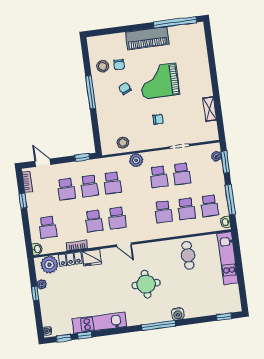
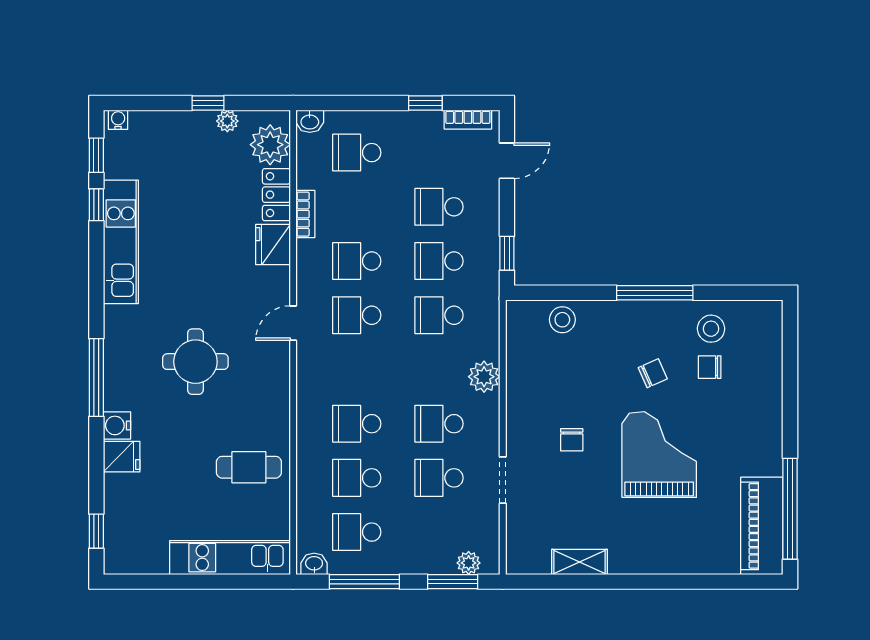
piano: (147, 38) -> (762, 526), moved
stool: (123, 143) -> (562, 320), moved
fridge: (191, 310) -> (122, 457), added

